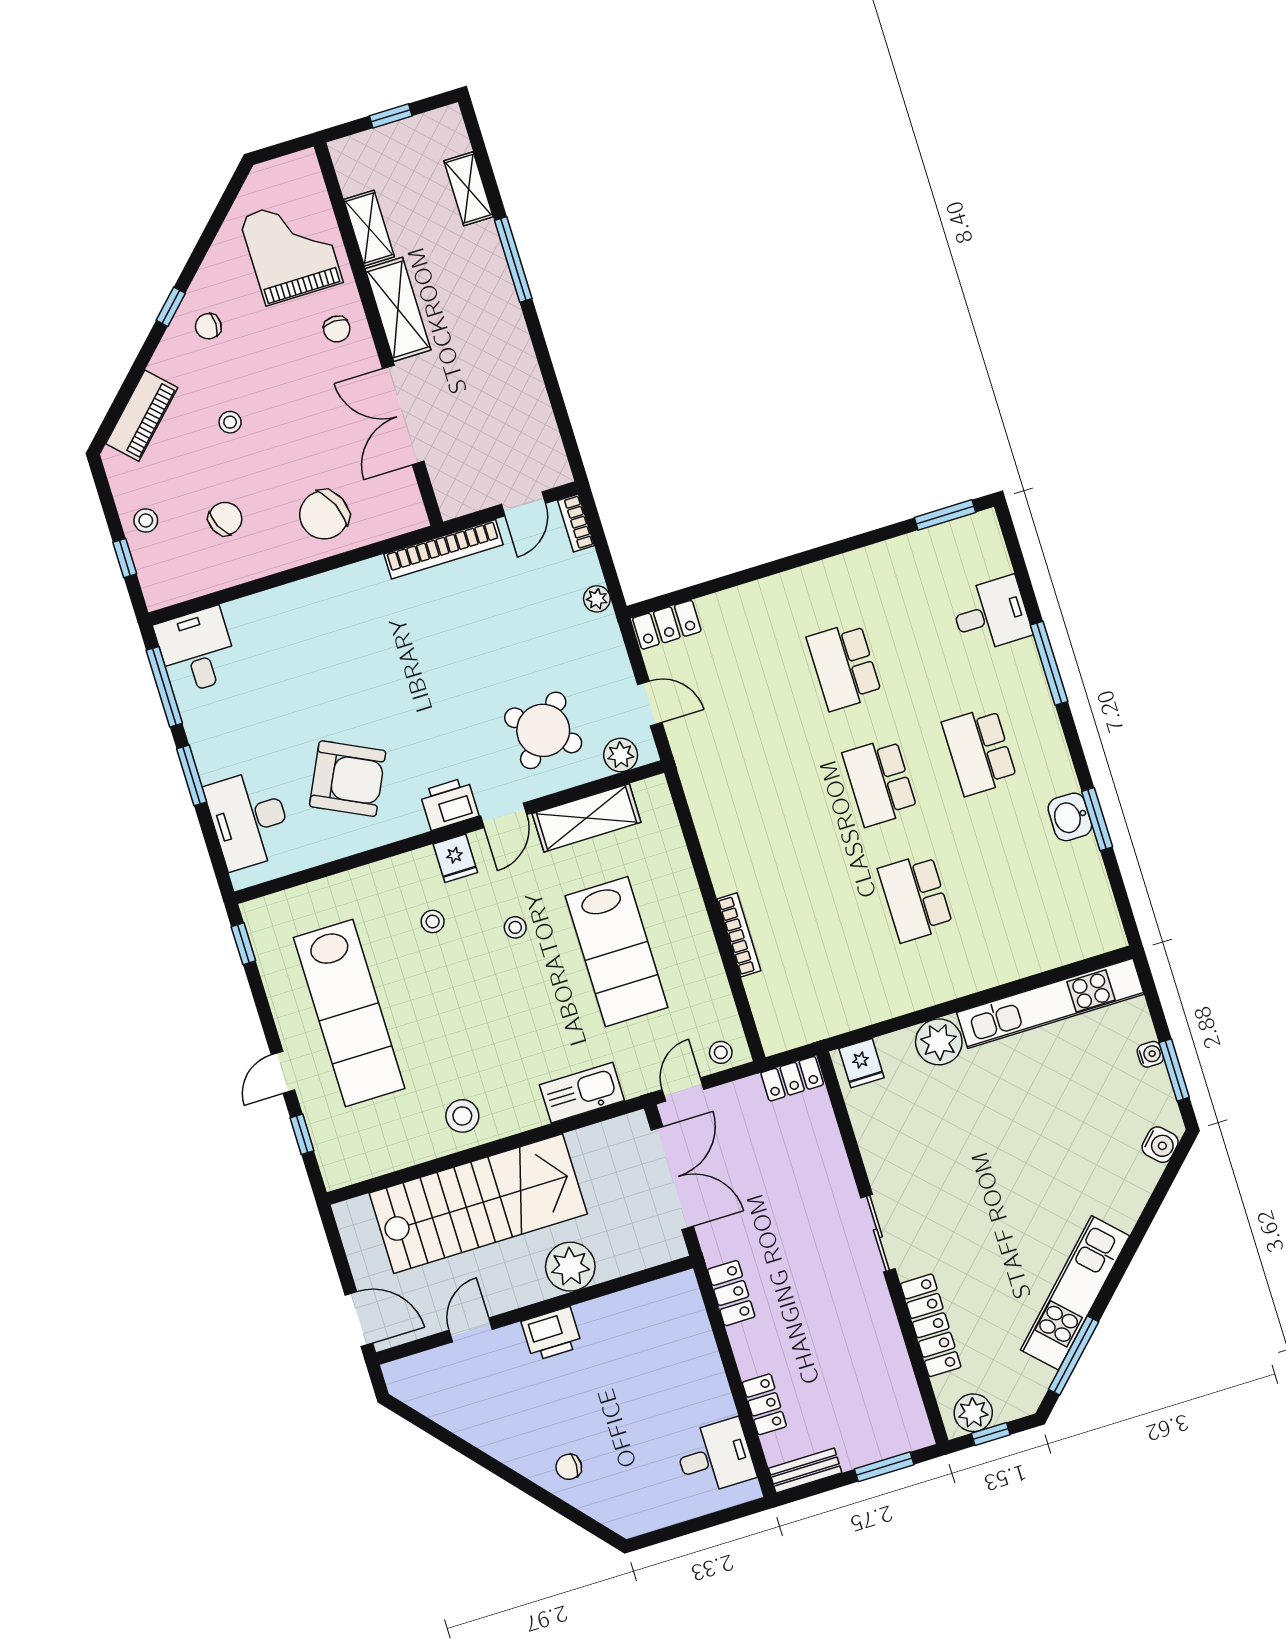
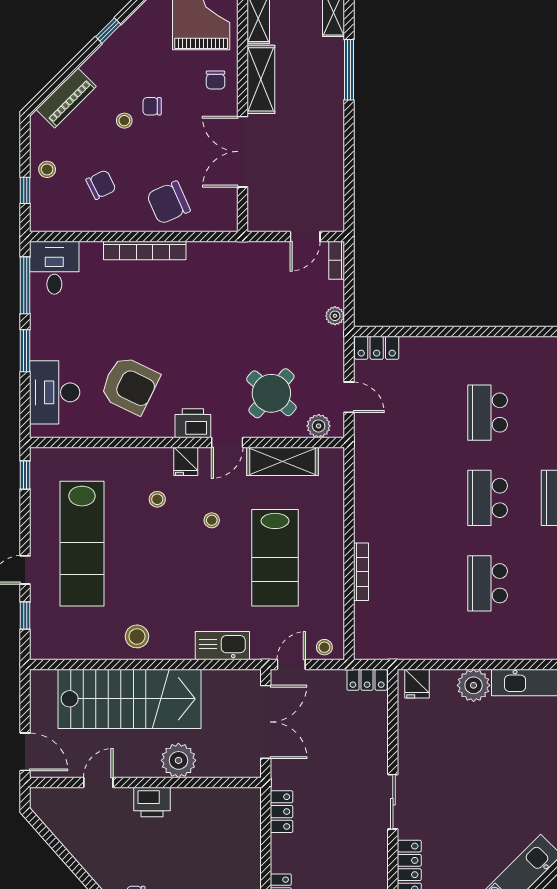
chair: (208, 326) -> (152, 106), moved
bookcase: (443, 549) -> (145, 251), moved

